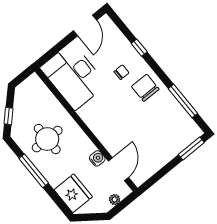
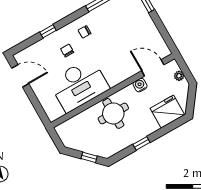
desk: (73, 76) -> (79, 85), moved
chair: (145, 88) -> (85, 32), width x0.54, depth x0.54
round table: (47, 139) -> (113, 113), moved
window: (34, 171) -> (141, 143), width x0.46

